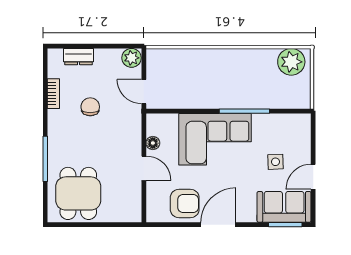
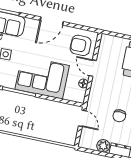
plant: (132, 58) -> (103, 146), moved
armchair: (185, 204) -> (81, 45), moved

